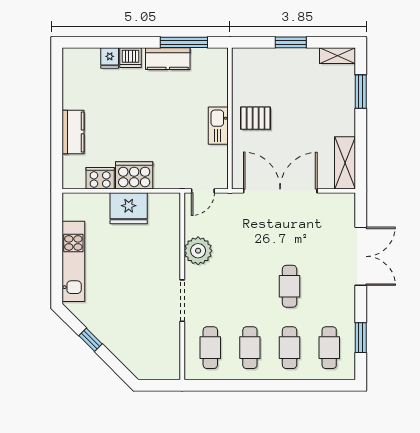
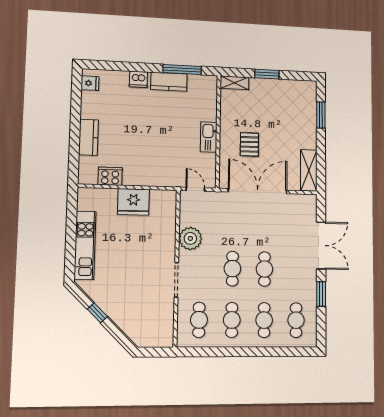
shelving: (338, 56) -> (234, 83), moved
fridge: (110, 58) -> (90, 83), moved, turned -90
pallet: (256, 118) -> (249, 144), moved, turned 90
cooker: (134, 175) -> (139, 175), removed
door: (203, 191) -> (195, 189), swing flipped
cafe table: (250, 286) -> (232, 269), added
window: (361, 338) -> (321, 294), moved

